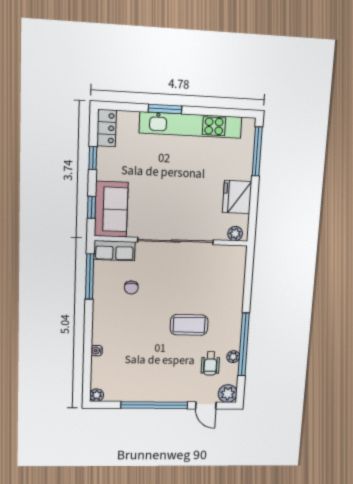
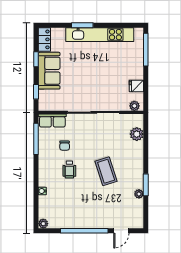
fridge: (237, 197) -> (136, 86), width x0.53, depth x0.75
sofa: (111, 209) -> (49, 71), moved
coffee table: (189, 325) -> (106, 171), turned 72
window: (244, 344) -> (146, 185), width x0.47
wheelchair: (210, 363) -> (69, 170), moved
plant: (228, 394) -> (137, 134), moved
door: (206, 405) -> (121, 231), hinge flipped

